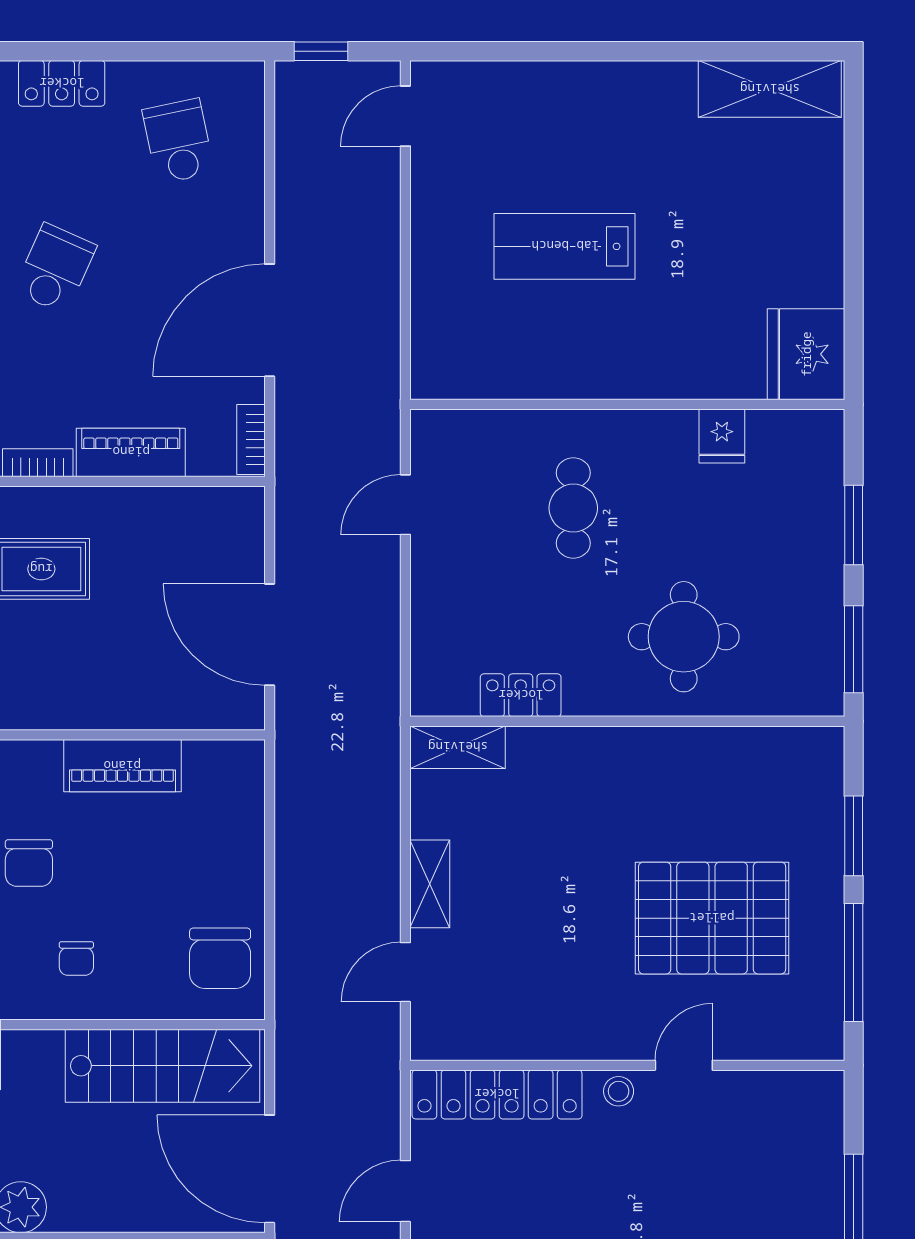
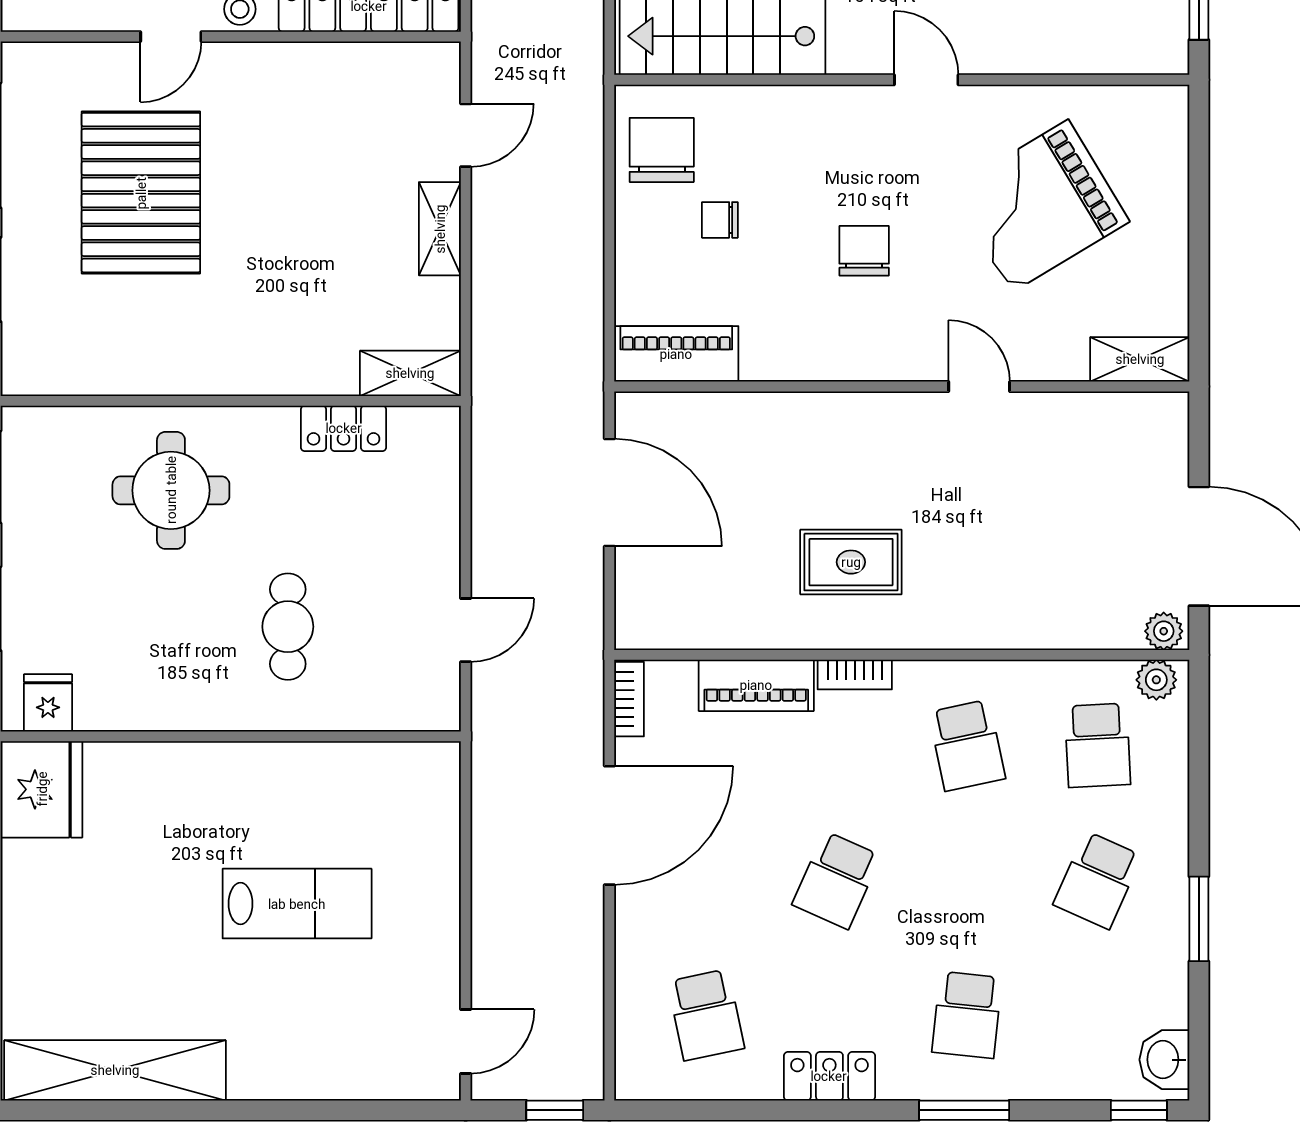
shelving: (770, 89) -> (115, 1070), width x1.47
fridge: (722, 436) -> (48, 703), moved
piano: (122, 766) -> (676, 354), moved
pallet: (712, 918) -> (141, 193), turned 90
chair: (76, 958) -> (720, 220), moved, turned -90

